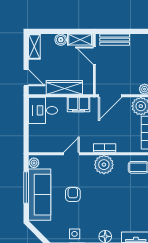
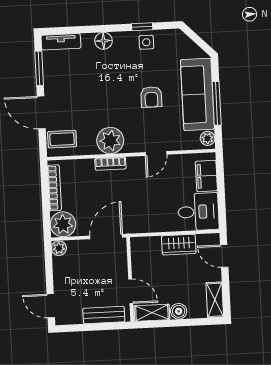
wardrobe: (64, 87) -> (179, 245), width x0.67
filing cabinet: (79, 104) -> (206, 176), moved, turned -90

